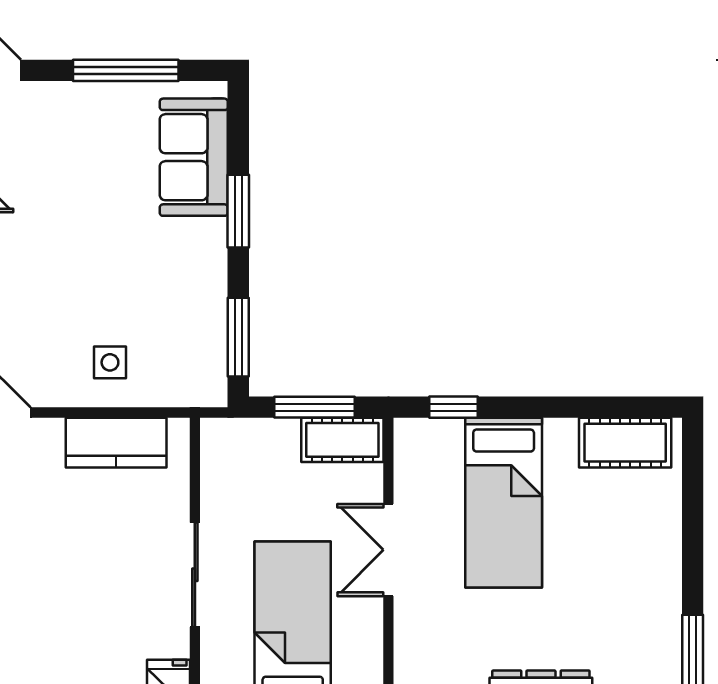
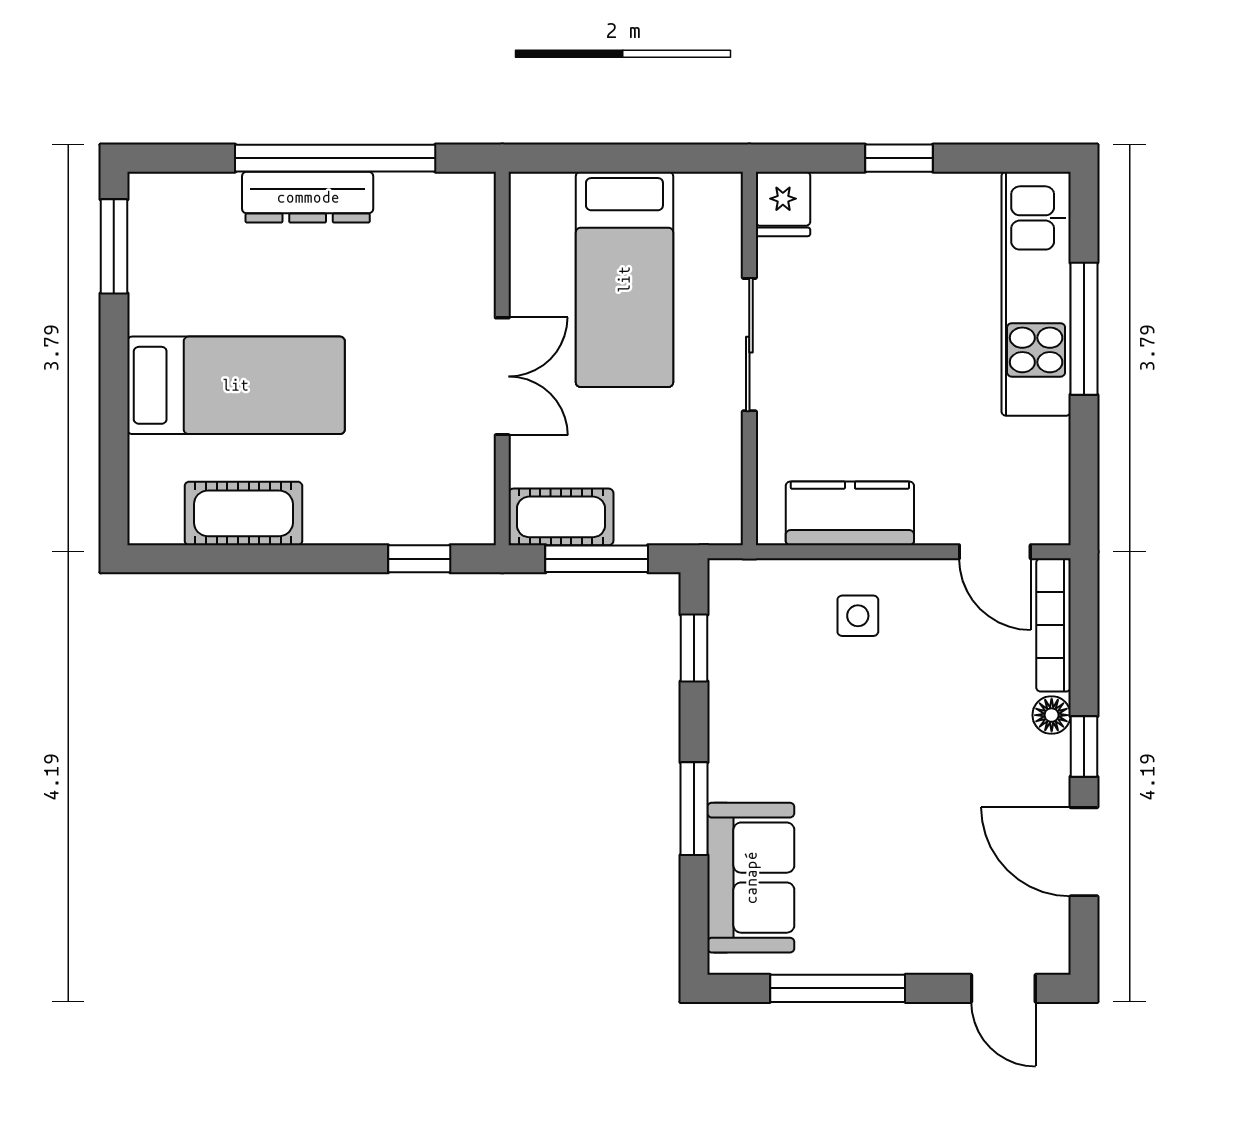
window: (238, 337) -> (694, 648), width x0.67
cot: (625, 443) -> (243, 513), moved
bed: (504, 503) -> (236, 385), moved, turned 90

